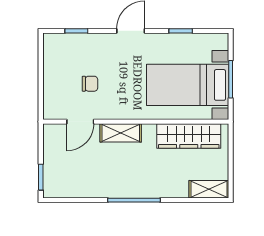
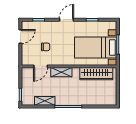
door: (41, 64) -> (20, 37), added
shelving: (209, 189) -> (45, 101), moved

